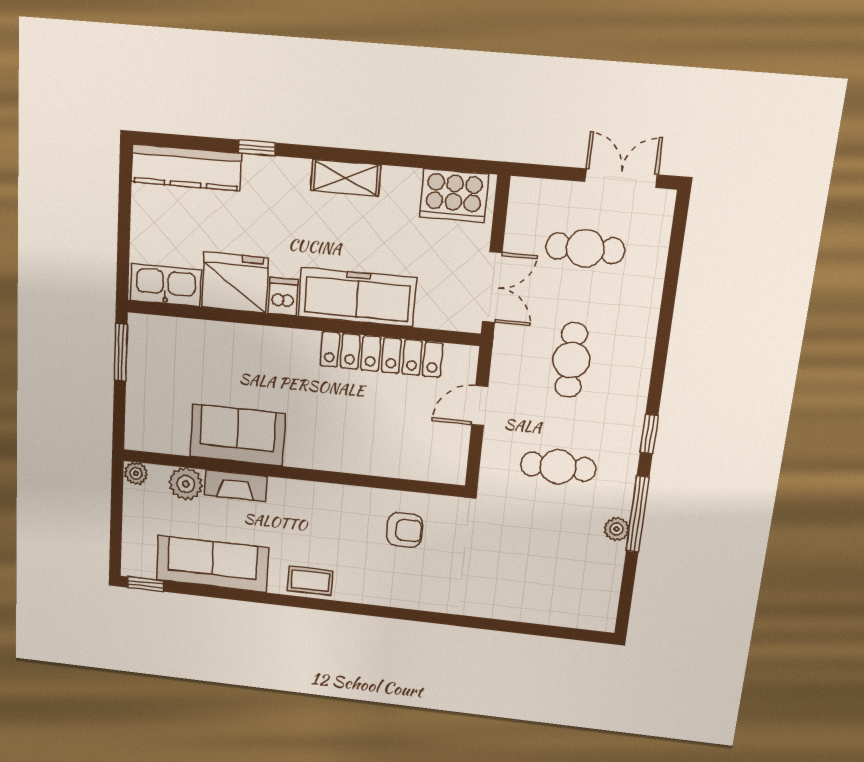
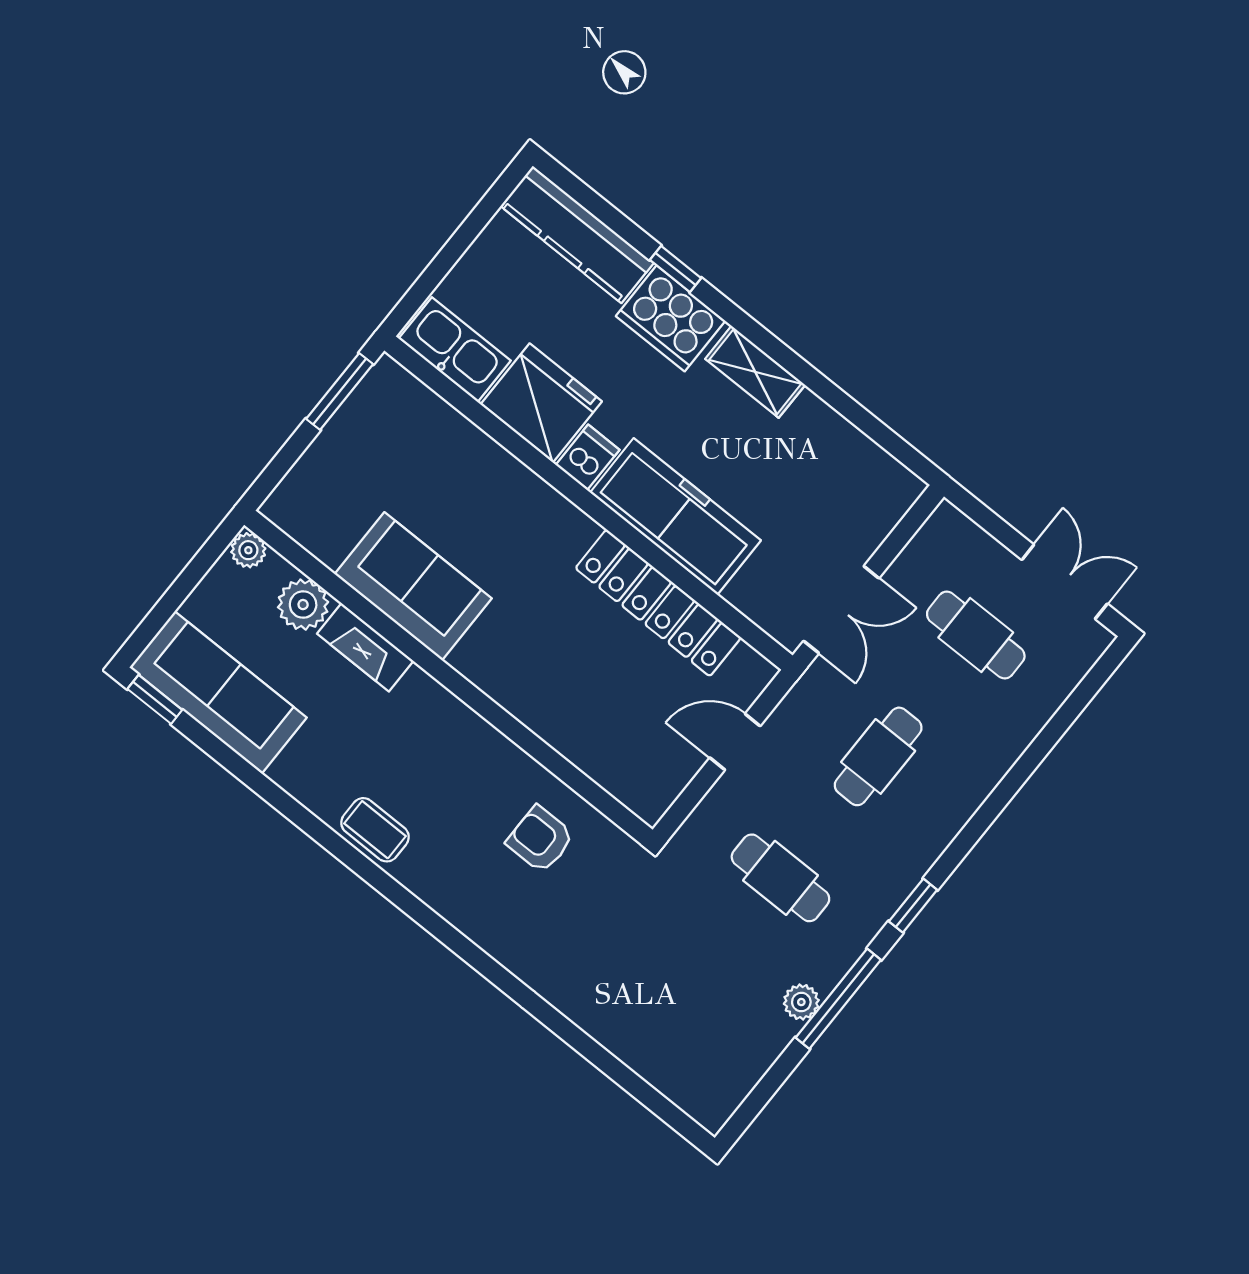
cooker: (454, 196) -> (671, 318), moved
armchair: (405, 530) -> (540, 839), turned 180
sofa: (212, 564) -> (218, 693), moved

